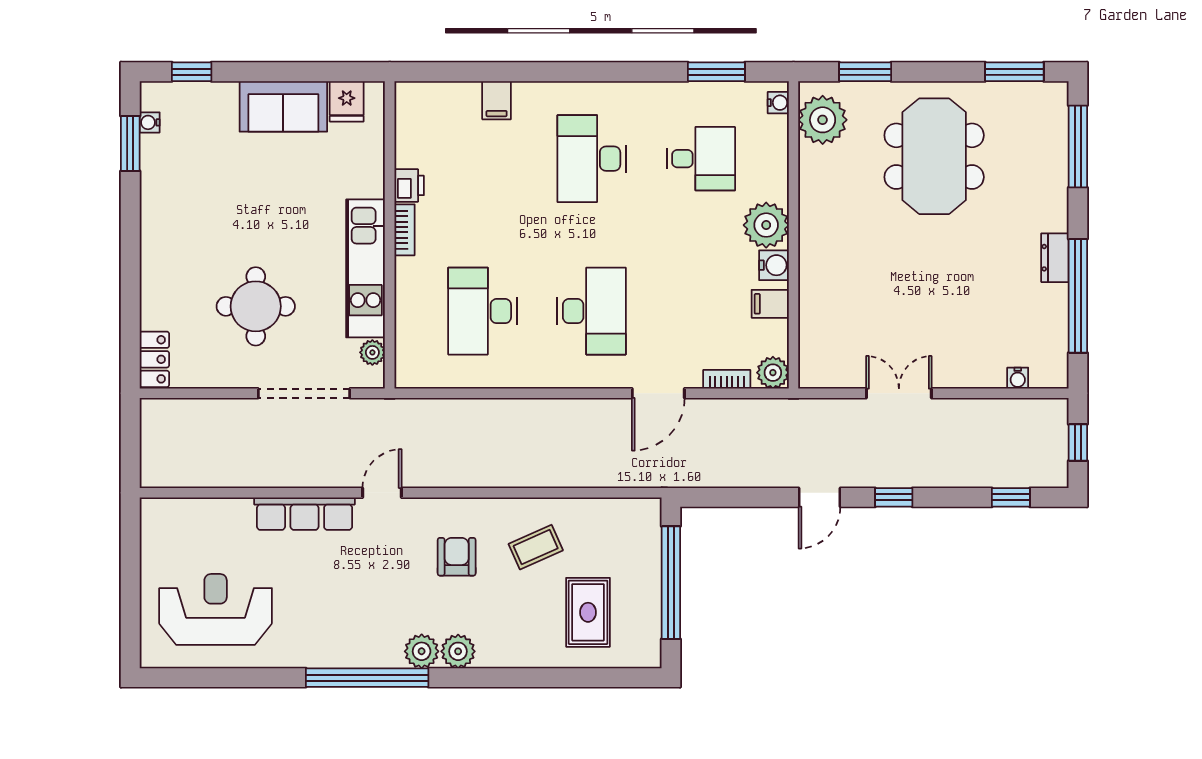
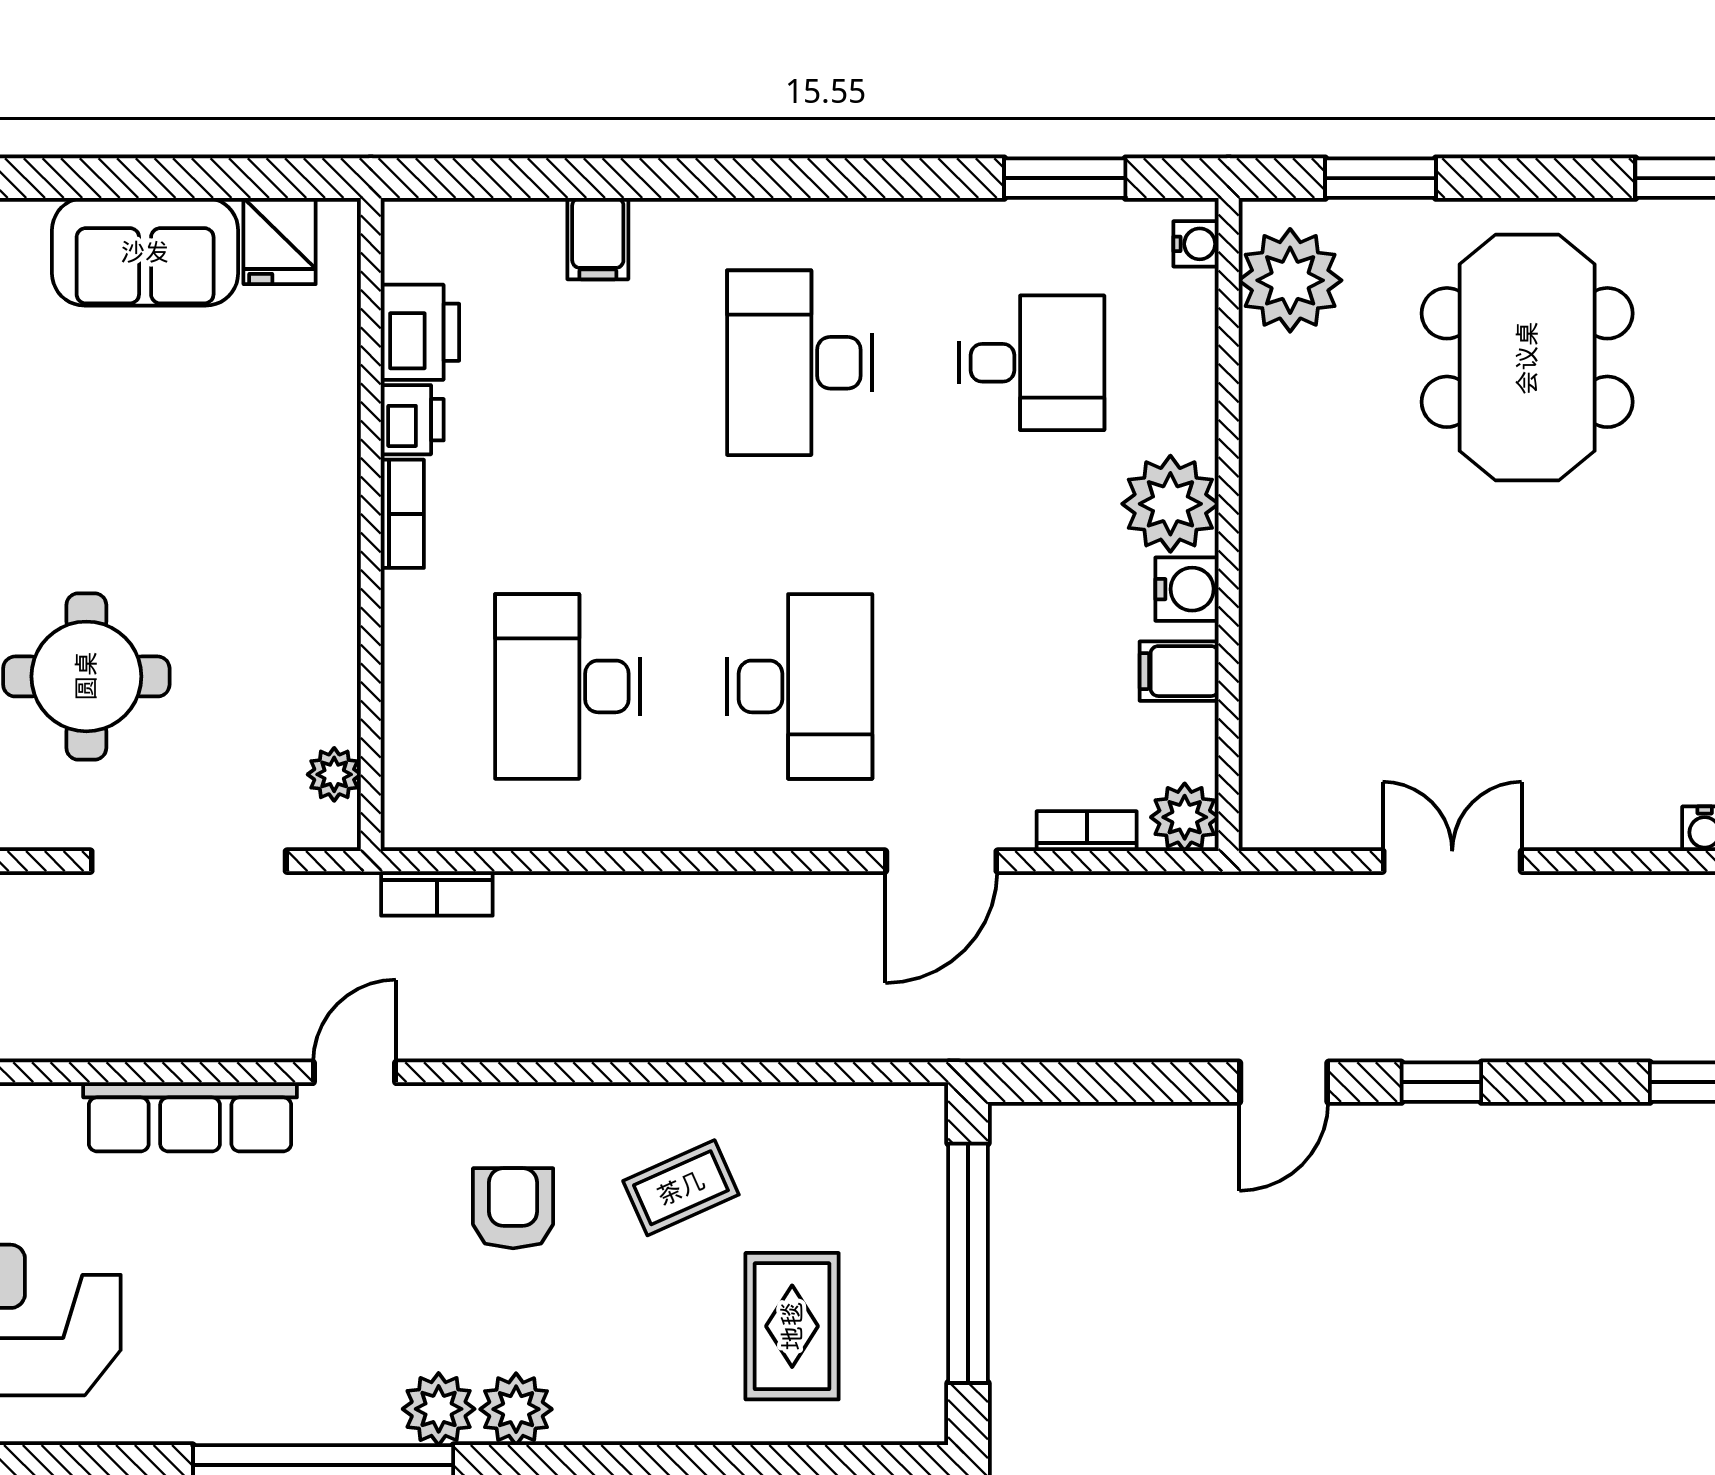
printer: (413, 144) -> (420, 332), added
kitchen unit: (366, 268) -> (320, 596), removed
bookcase: (421, 408) -> (437, 893), added

